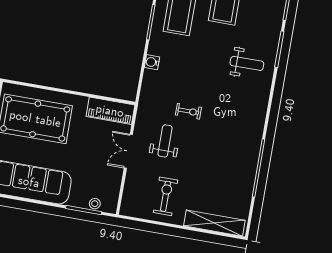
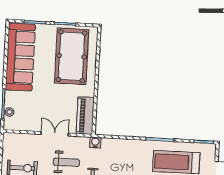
water cooler: (152, 62) -> (95, 142), moved

